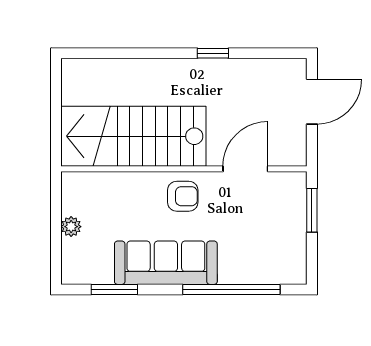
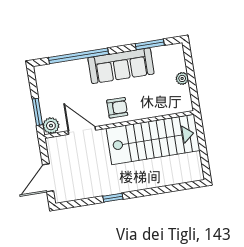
door: (245, 169) -> (82, 130), swing flipped
plant: (294, 185) -> (51, 126), added
armchair: (183, 196) -> (117, 108), turned 180

